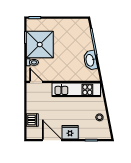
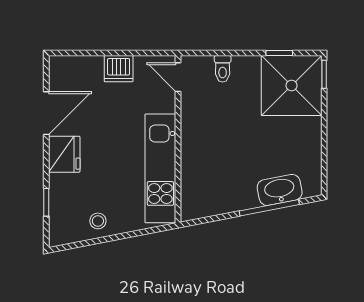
shower: (40, 45) -> (292, 85), moved
washbasin: (90, 60) -> (280, 190), moved
door: (36, 82) -> (178, 77), swing flipped
dishwasher: (32, 120) -> (119, 69), moved

